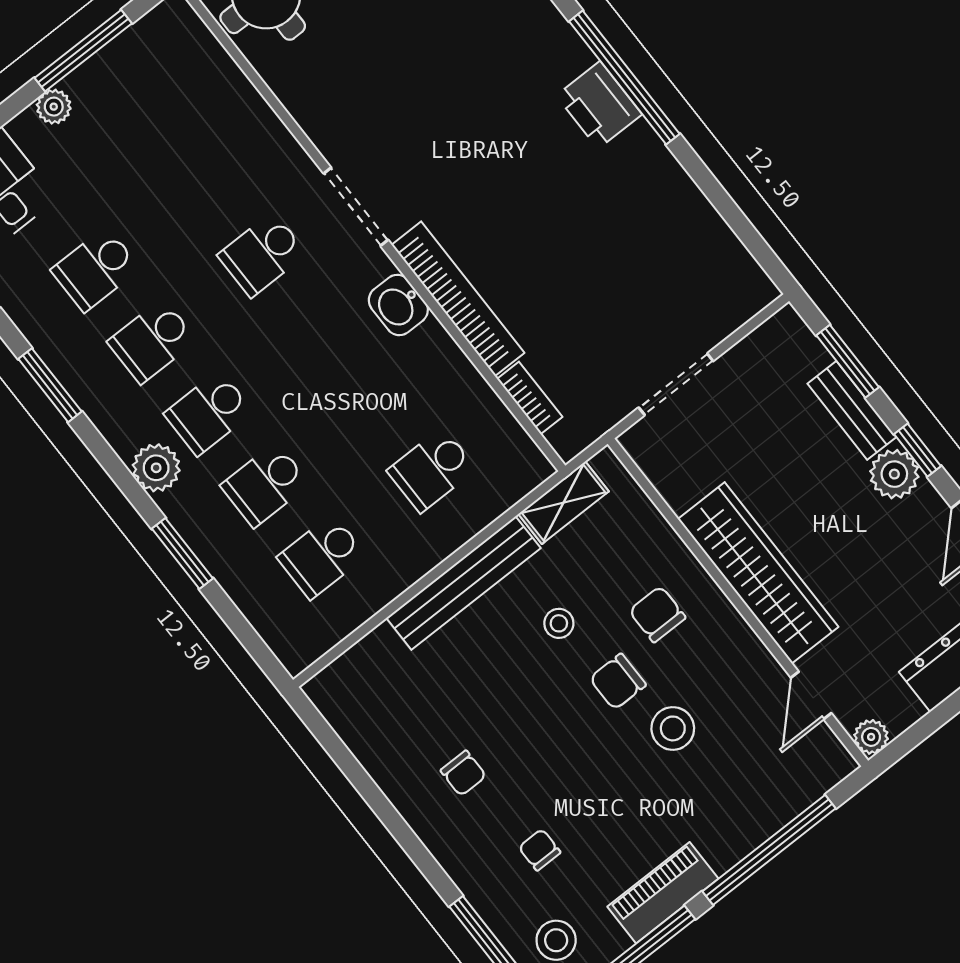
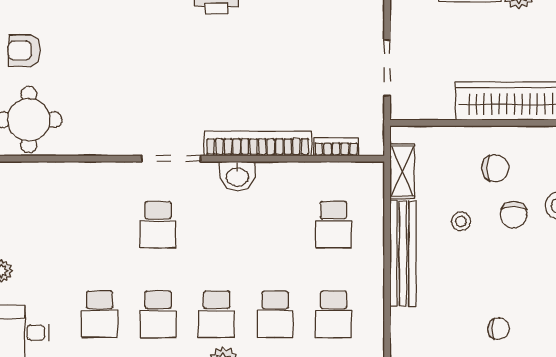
chair: (657, 614) -> (495, 168), turned 180

